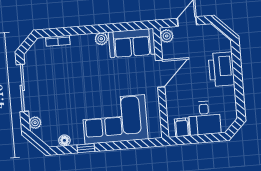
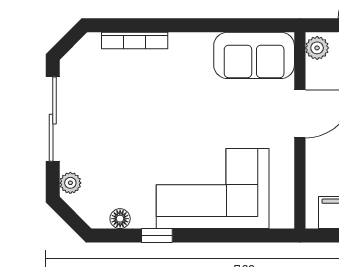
plant: (101, 39) -> (200, 43), removed
bookcase: (58, 41) -> (135, 41), width x1.56

